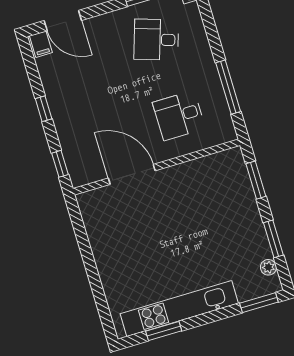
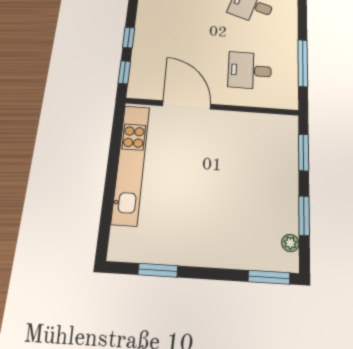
window: (44, 109) -> (129, 38), moved
kitchen unit: (179, 309) -> (131, 164), moved, turned 90

